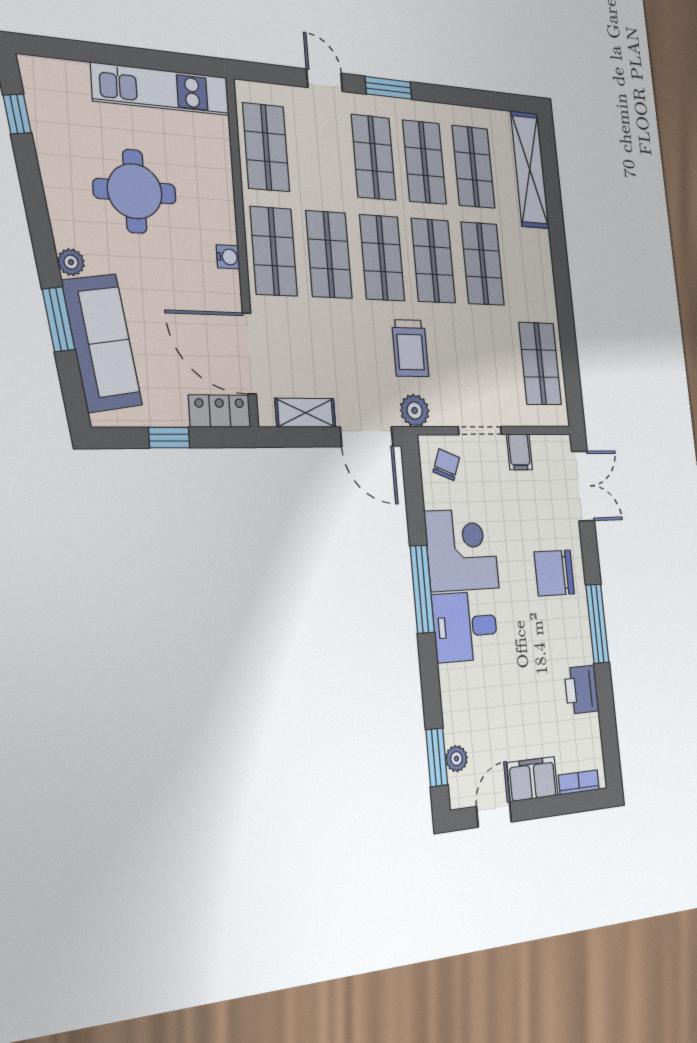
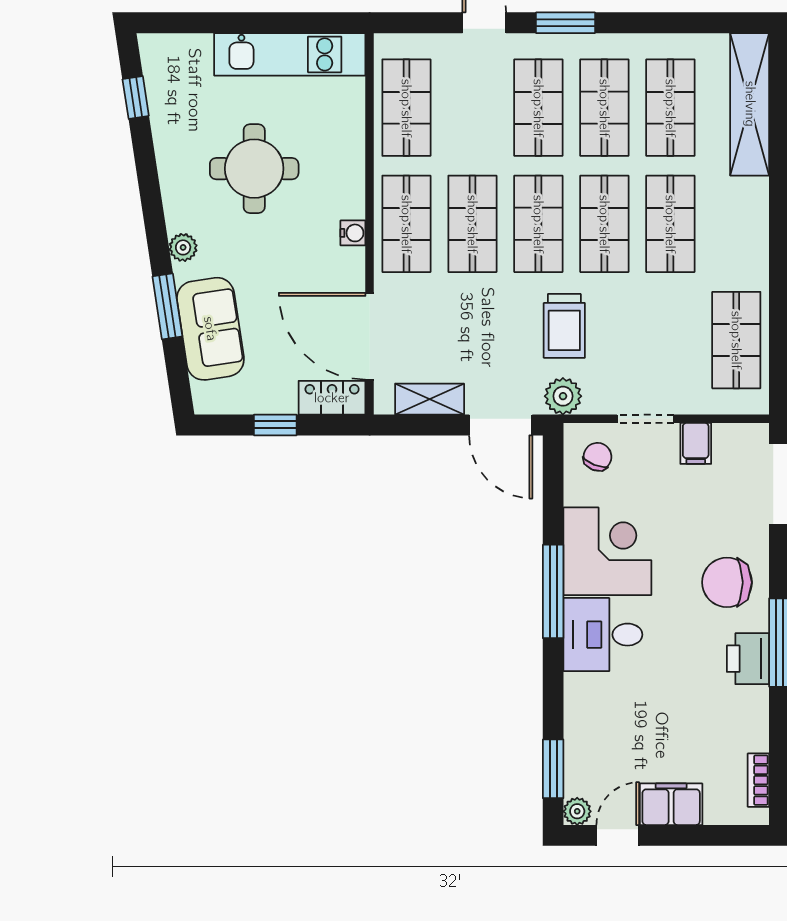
sofa: (102, 343) -> (210, 329), width x0.73
printer: (581, 690) -> (748, 659), moved
plant: (456, 759) -> (577, 811), moved
bookcase: (579, 782) -> (758, 780), moved, turned -90

